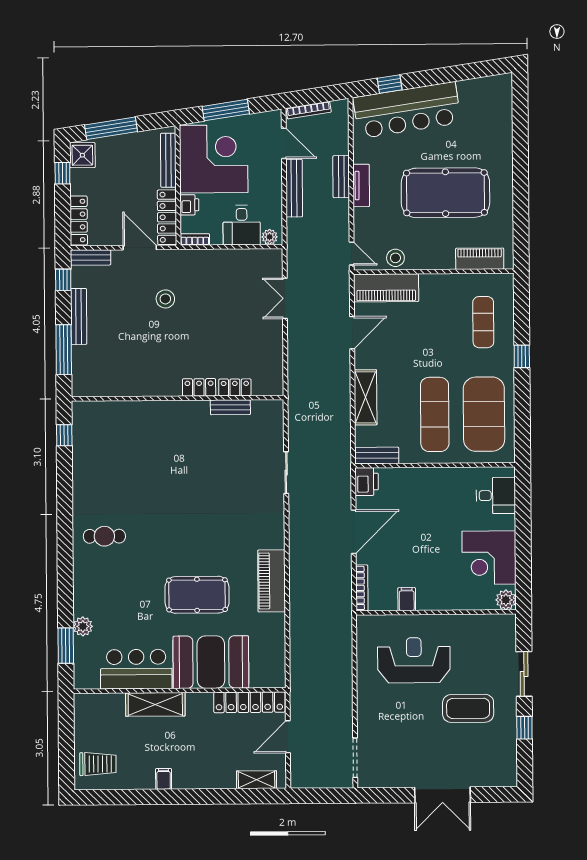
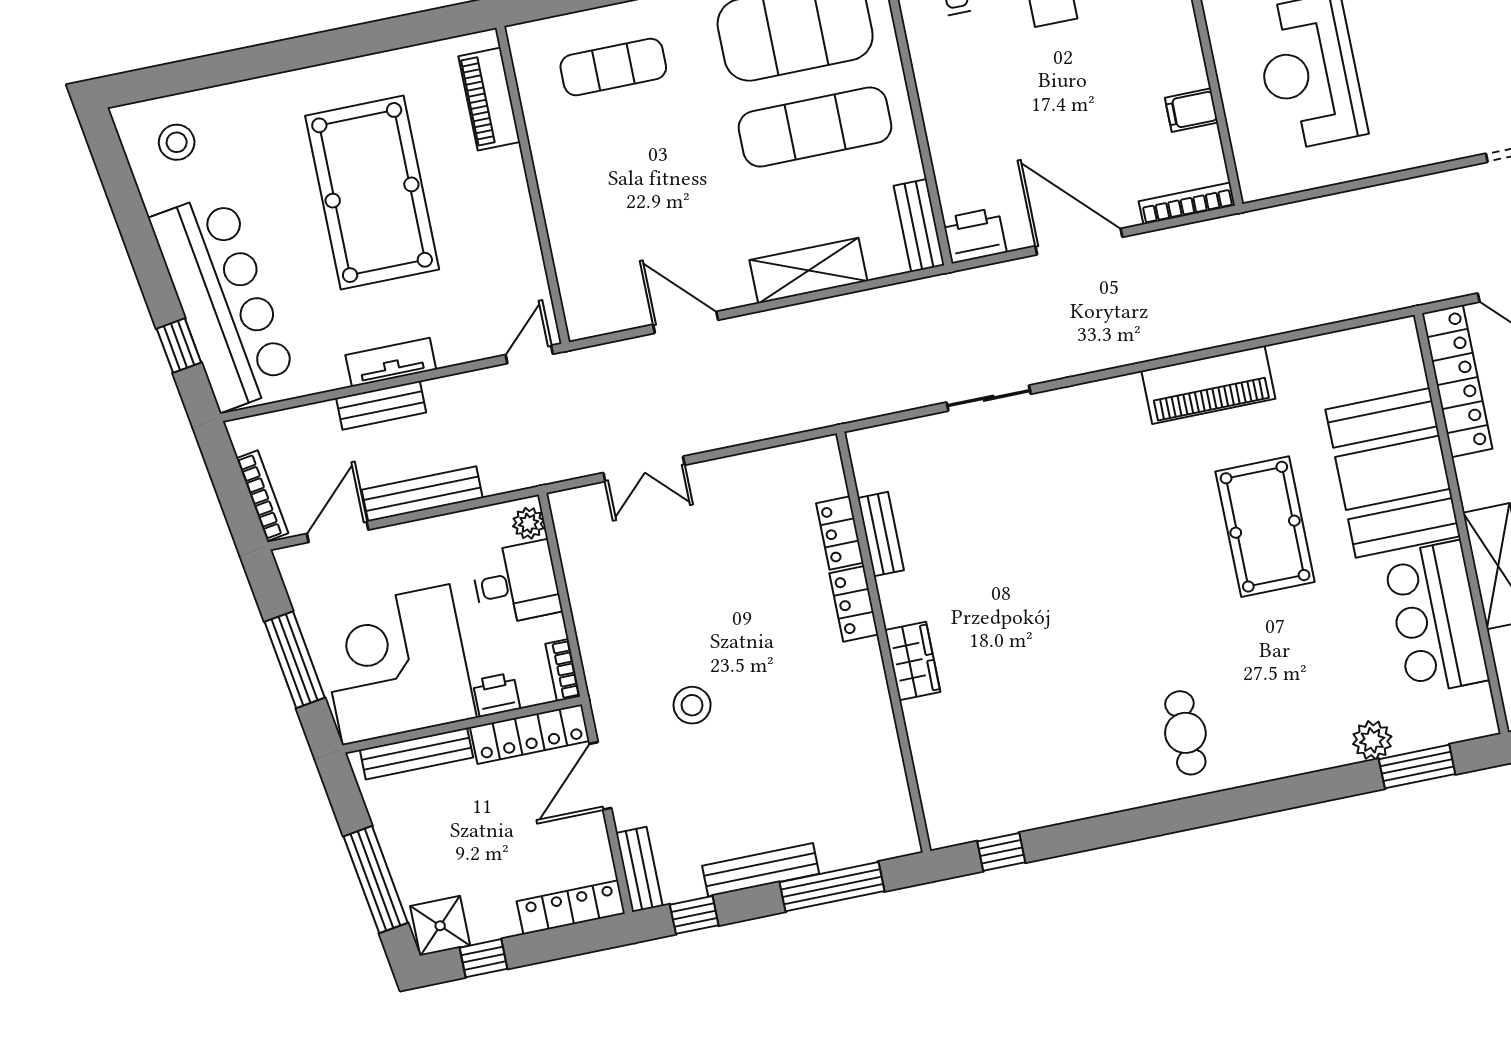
stool: (395, 258) -> (177, 142), moved
piano: (386, 288) -> (584, 273), removed
wardrobe: (166, 410) -> (913, 661), added

